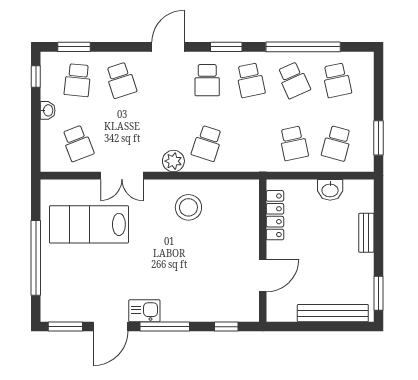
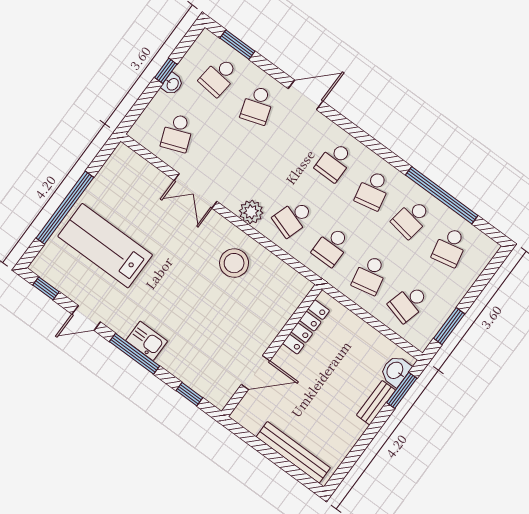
door: (168, 47) -> (306, 95), moved
window: (226, 47) -> (373, 145), removed
window: (36, 77) -> (166, 71), moved
school desk: (294, 80) -> (411, 219), turned 33
school desk: (250, 143) -> (331, 247), added
washbasin: (330, 190) -> (395, 371), moved, turned 90
lab bench: (89, 224) -> (105, 246), moved
window: (379, 293) -> (402, 390), moved
kitchen sink: (144, 311) -> (147, 341), moved
window: (65, 327) -> (46, 288), width x0.67
door: (111, 327) -> (86, 318), width x0.73

